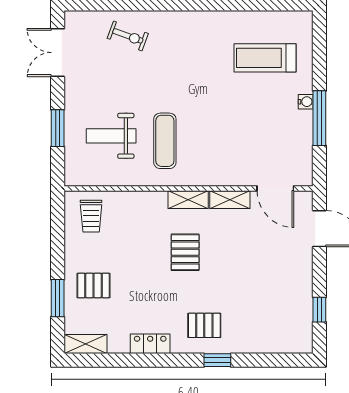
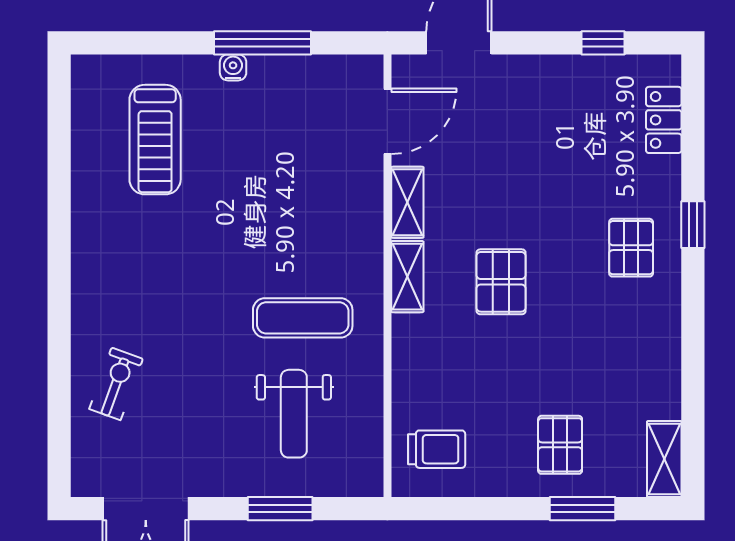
pallet: (185, 252) -> (501, 282), turned 90
locker: (150, 344) -> (664, 120), moved

